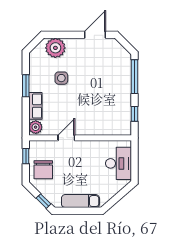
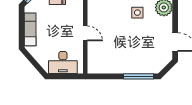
window: (134, 114) -> (106, 76), removed
door: (66, 138) -> (85, 33), moved

